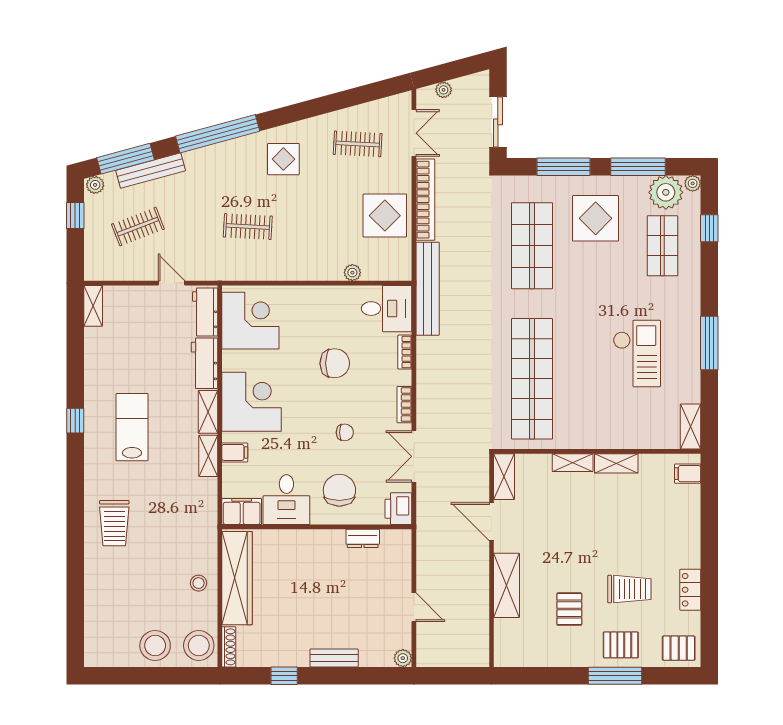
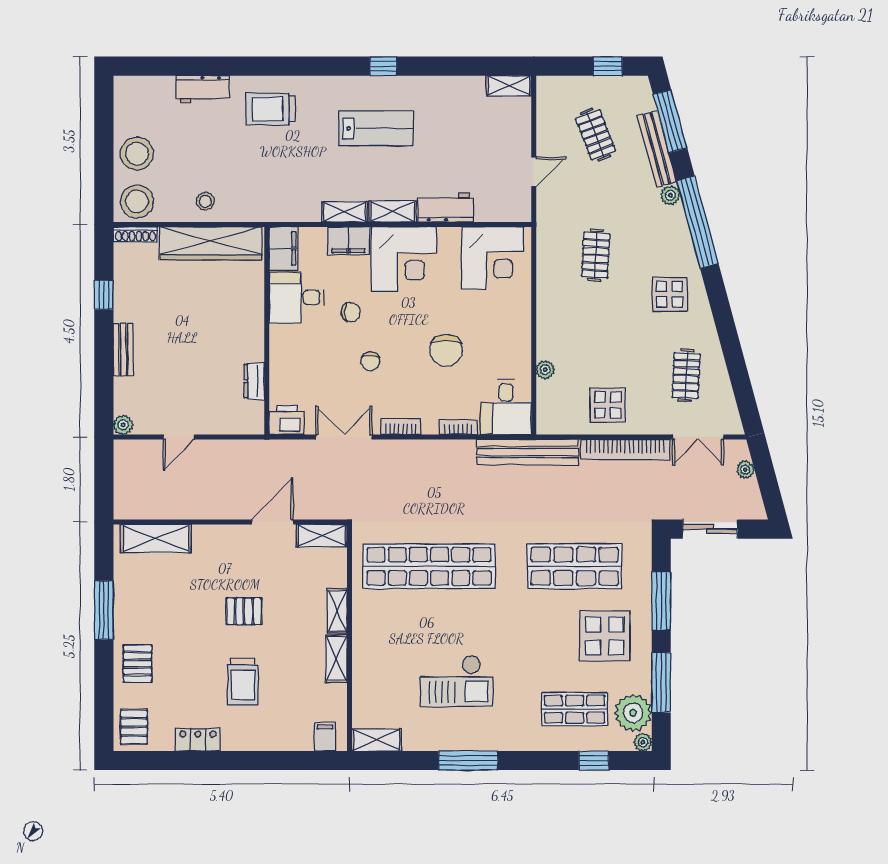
plant: (95, 185) -> (670, 195), moved
display table: (385, 216) -> (608, 405), width x0.73, depth x0.73
workbench: (205, 312) -> (203, 89), moved, turned 180
filing cabinet: (235, 452) -> (348, 241), width x2.00
chair: (339, 490) -> (351, 312), moved, width x0.54, depth x0.54
shelving: (507, 585) -> (156, 538), moved
trolley: (629, 589) -> (243, 682), moved
pallet: (569, 609) -> (244, 611), moved
window: (615, 676) -> (104, 610), moved

